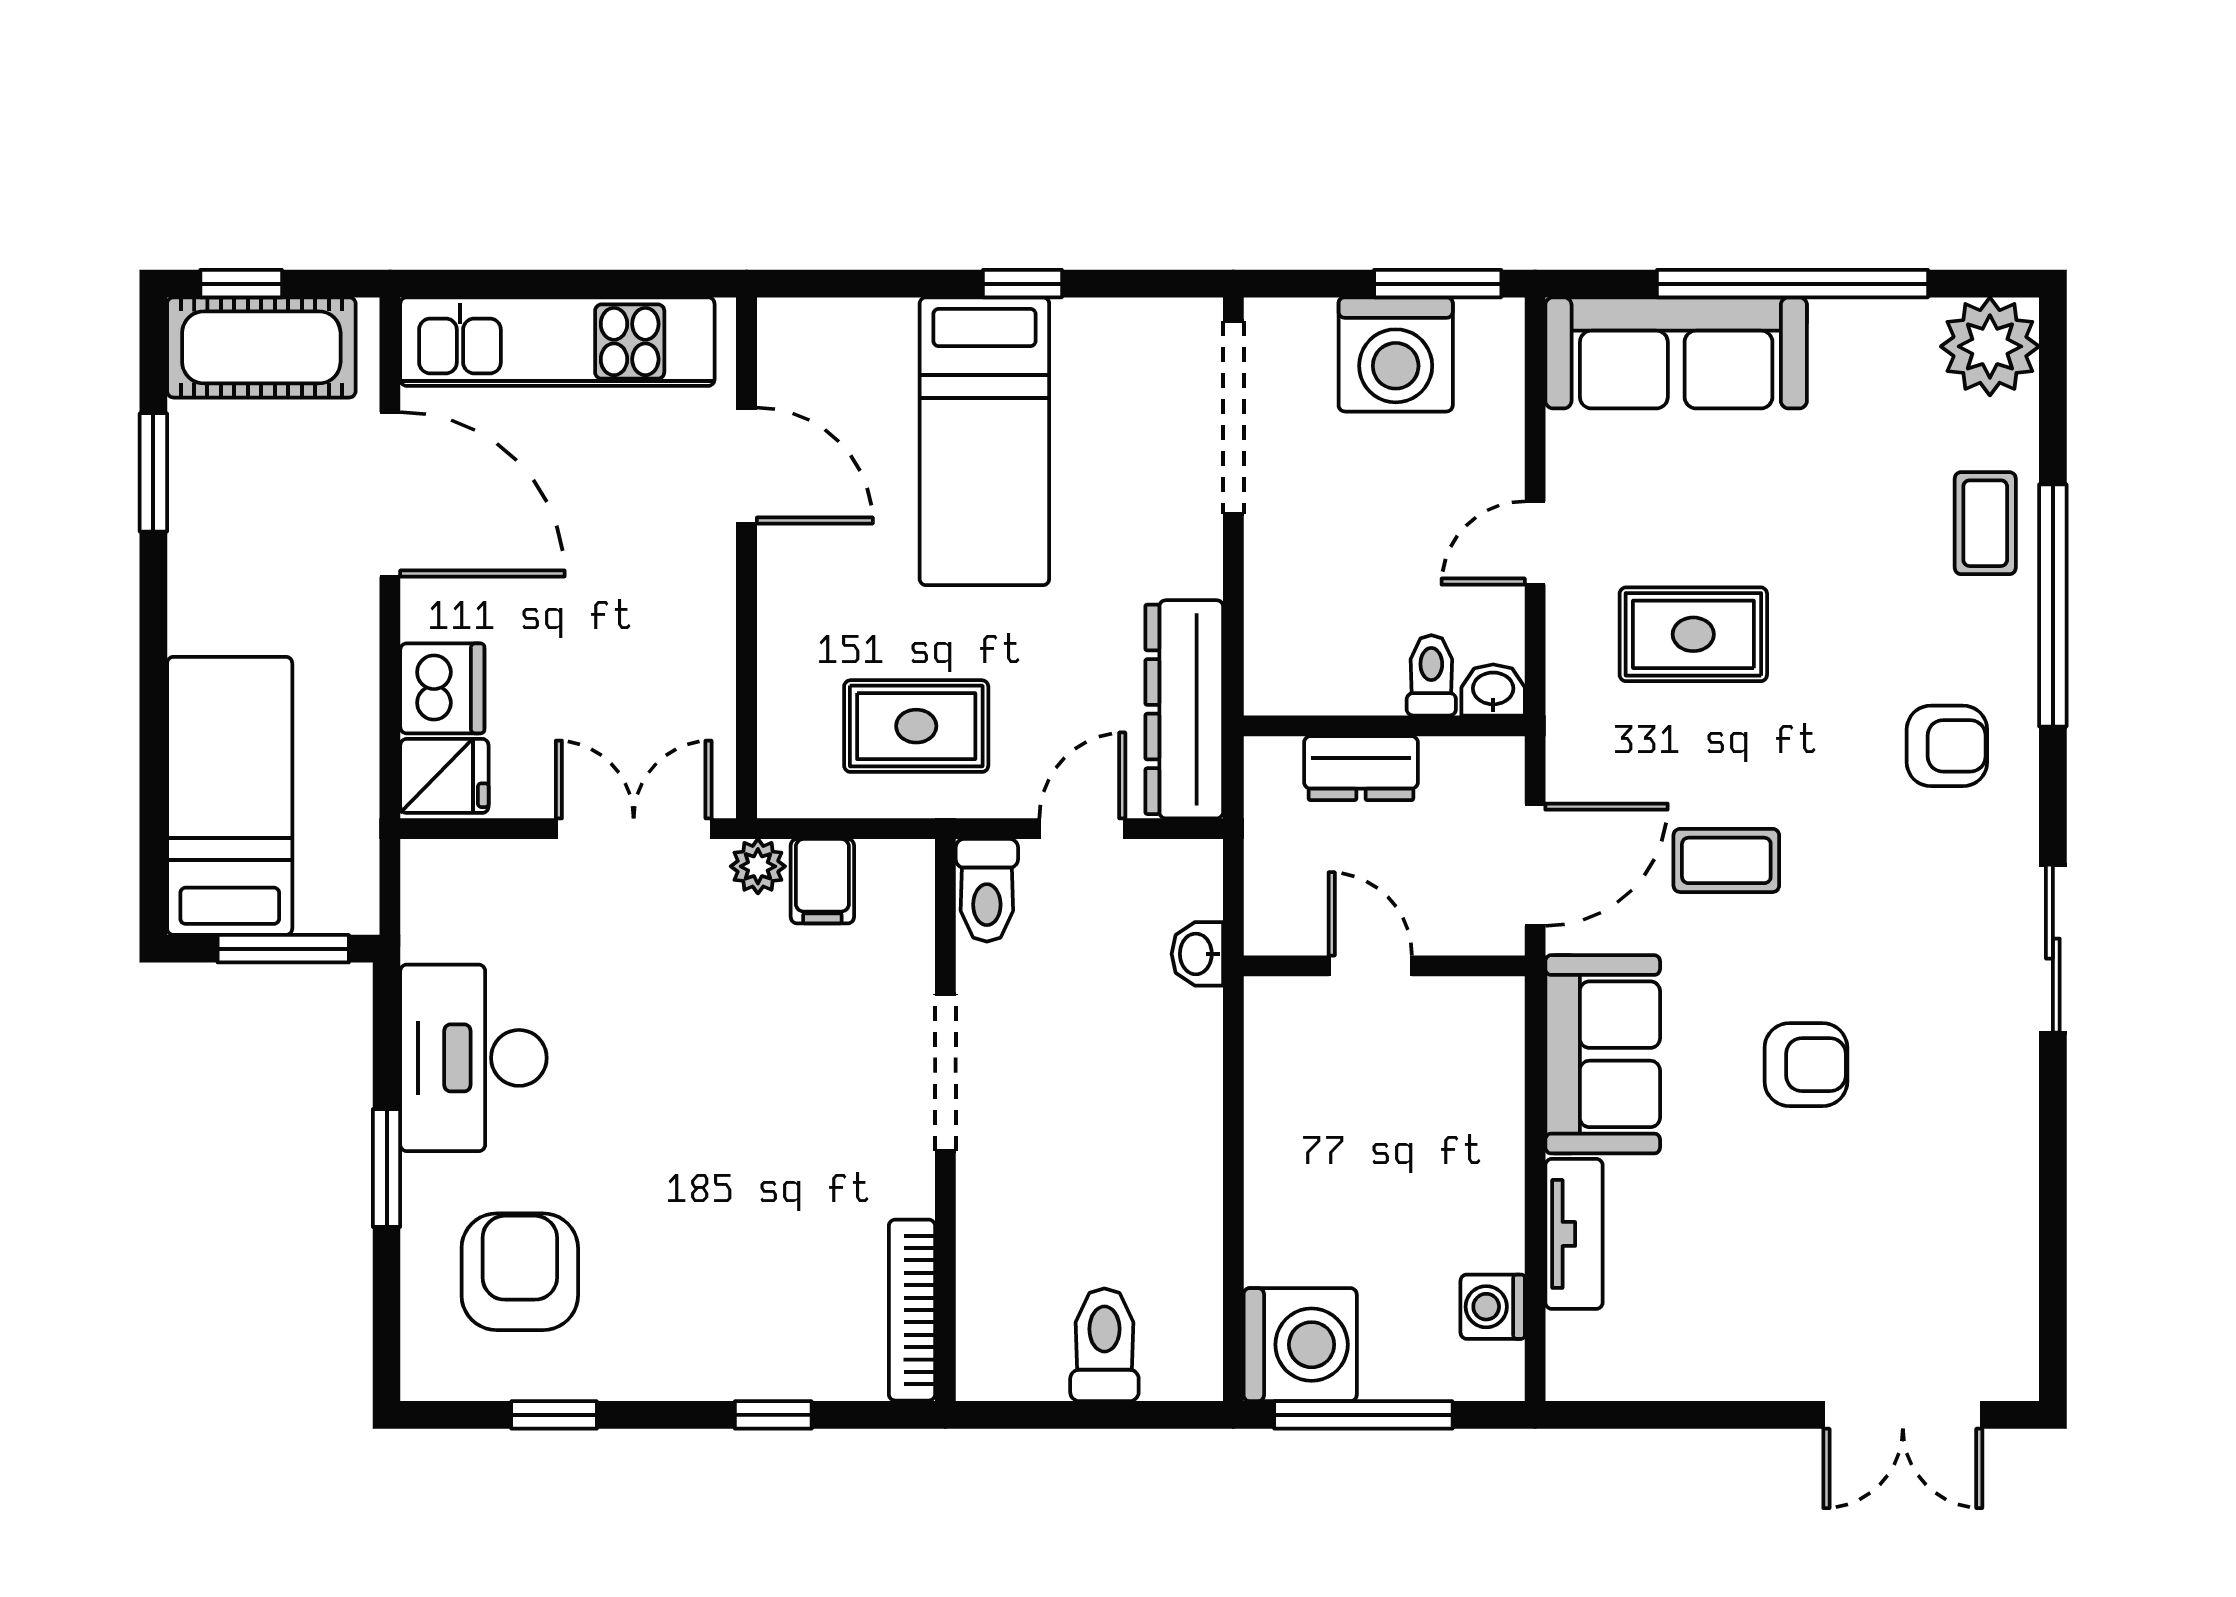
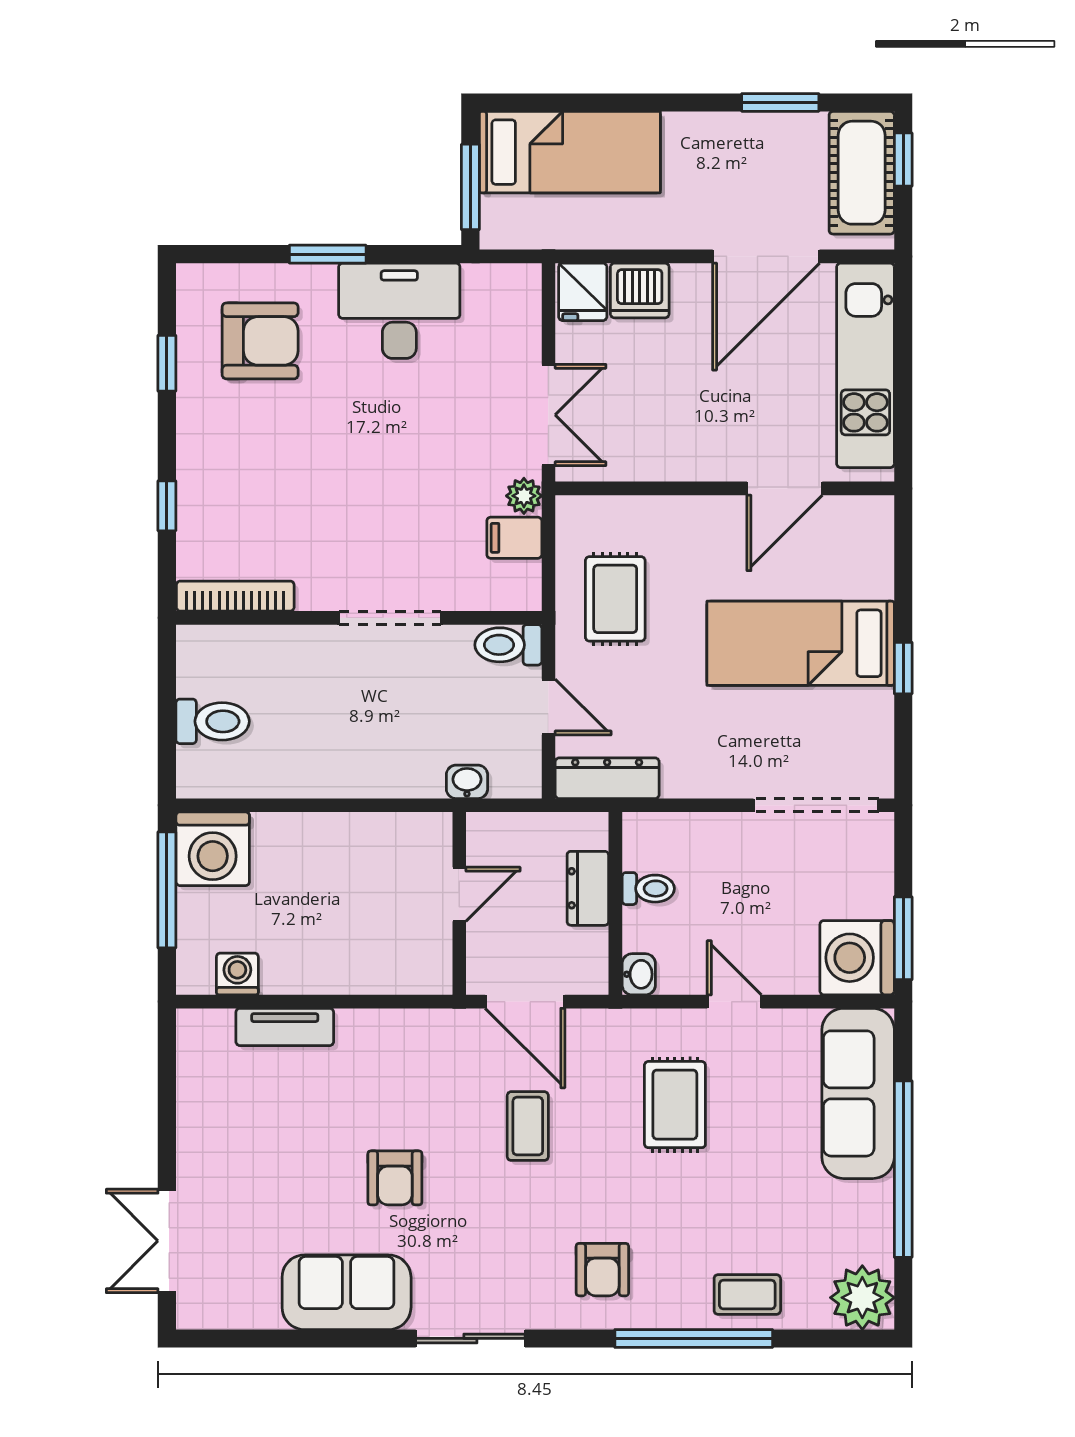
washing machine: (1396, 354) -> (857, 958), moved
toilet: (1431, 675) -> (648, 889), moved
dresser: (1184, 709) -> (607, 778), width x0.73, depth x0.80
sofa: (1603, 1054) -> (347, 1292), moved, turned 180

